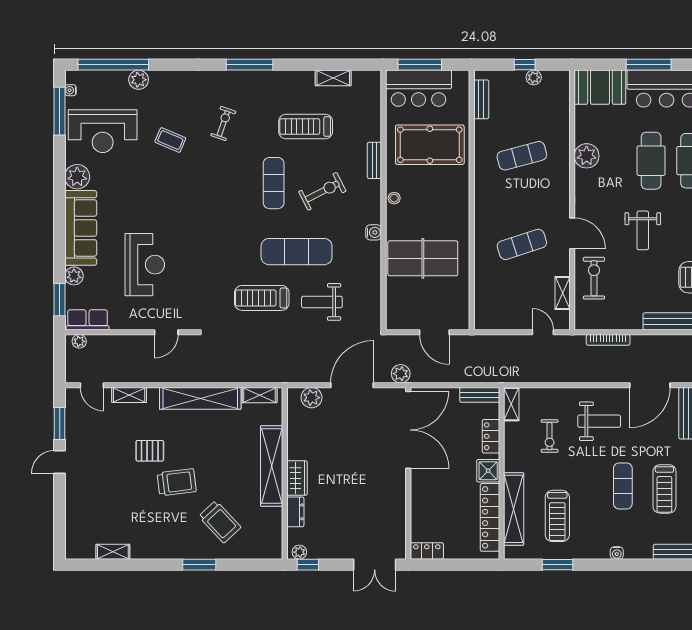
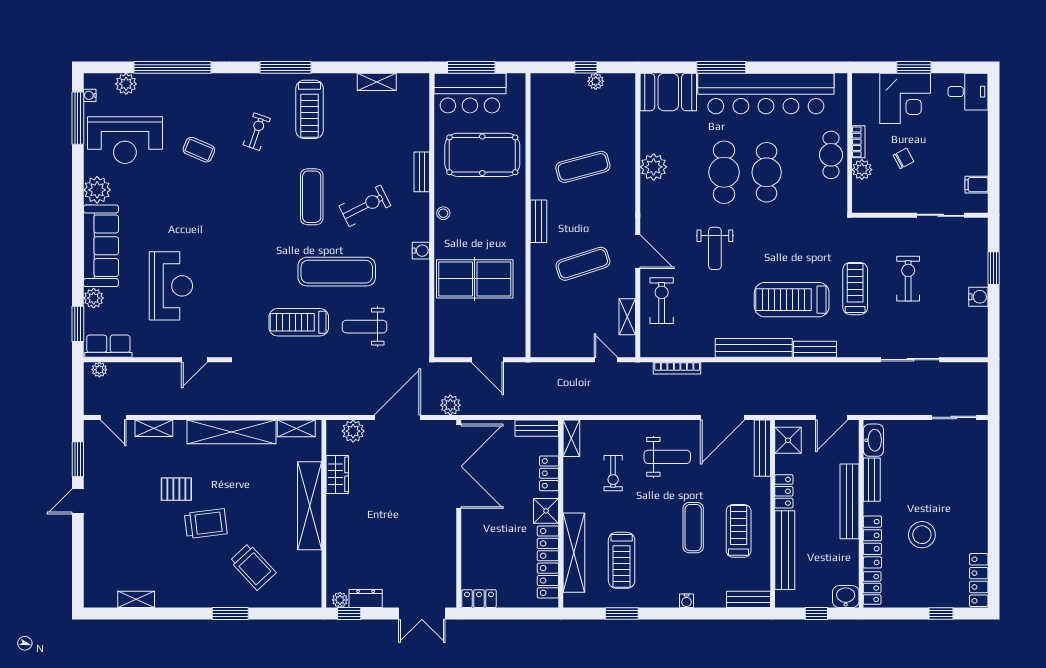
window: (113, 65) -> (172, 67), moved
plant: (139, 80) -> (126, 84), moved
bench: (481, 99) -> (538, 221), moved
treadmill: (306, 126) -> (310, 109), moved, turned -90
wardrobe: (297, 478) -> (337, 474), moved
treadmill: (664, 489) -> (739, 531), turned 180
dresser: (295, 512) -> (366, 598), moved, turned -90

